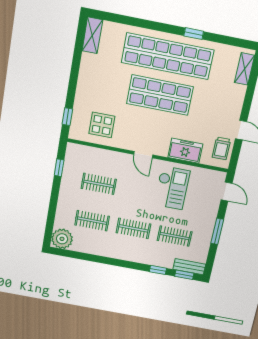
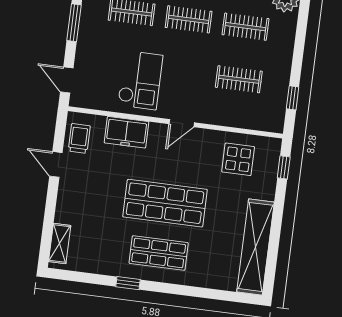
shelving: (92, 35) -> (255, 247), width x2.20, depth x1.33
shop shelf: (168, 56) -> (159, 253), width x0.50, depth x0.74
door: (143, 155) -> (182, 123), swing flipped
checkout: (172, 188) -> (140, 80), turned 180

